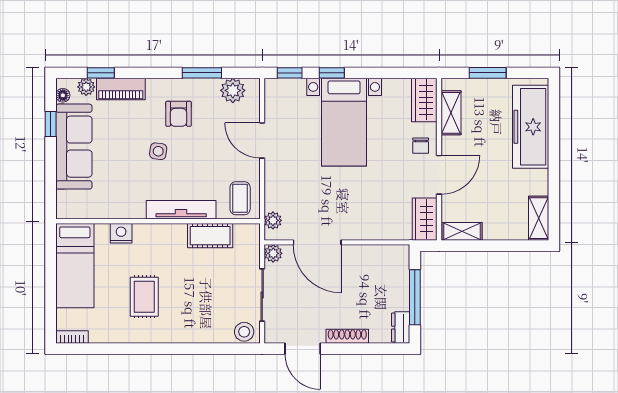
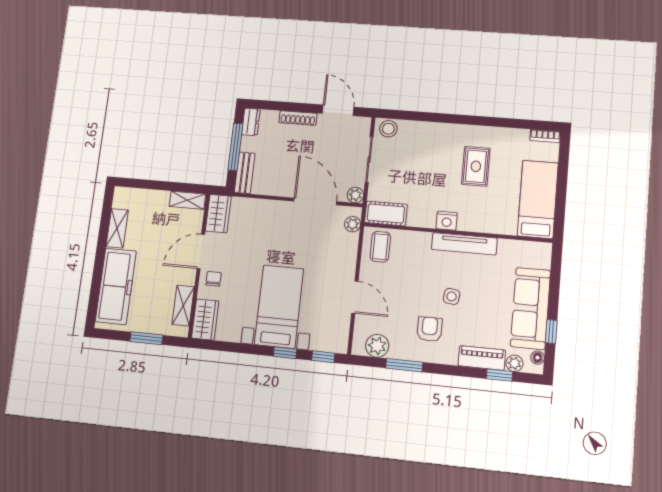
tv unit: (181, 210) -> (464, 244), moved
shelving: (539, 218) -> (117, 228), moved
nightstand: (121, 233) -> (447, 221), moved
cot: (210, 236) -> (386, 213), moved
bench: (401, 268) -> (245, 173), added

